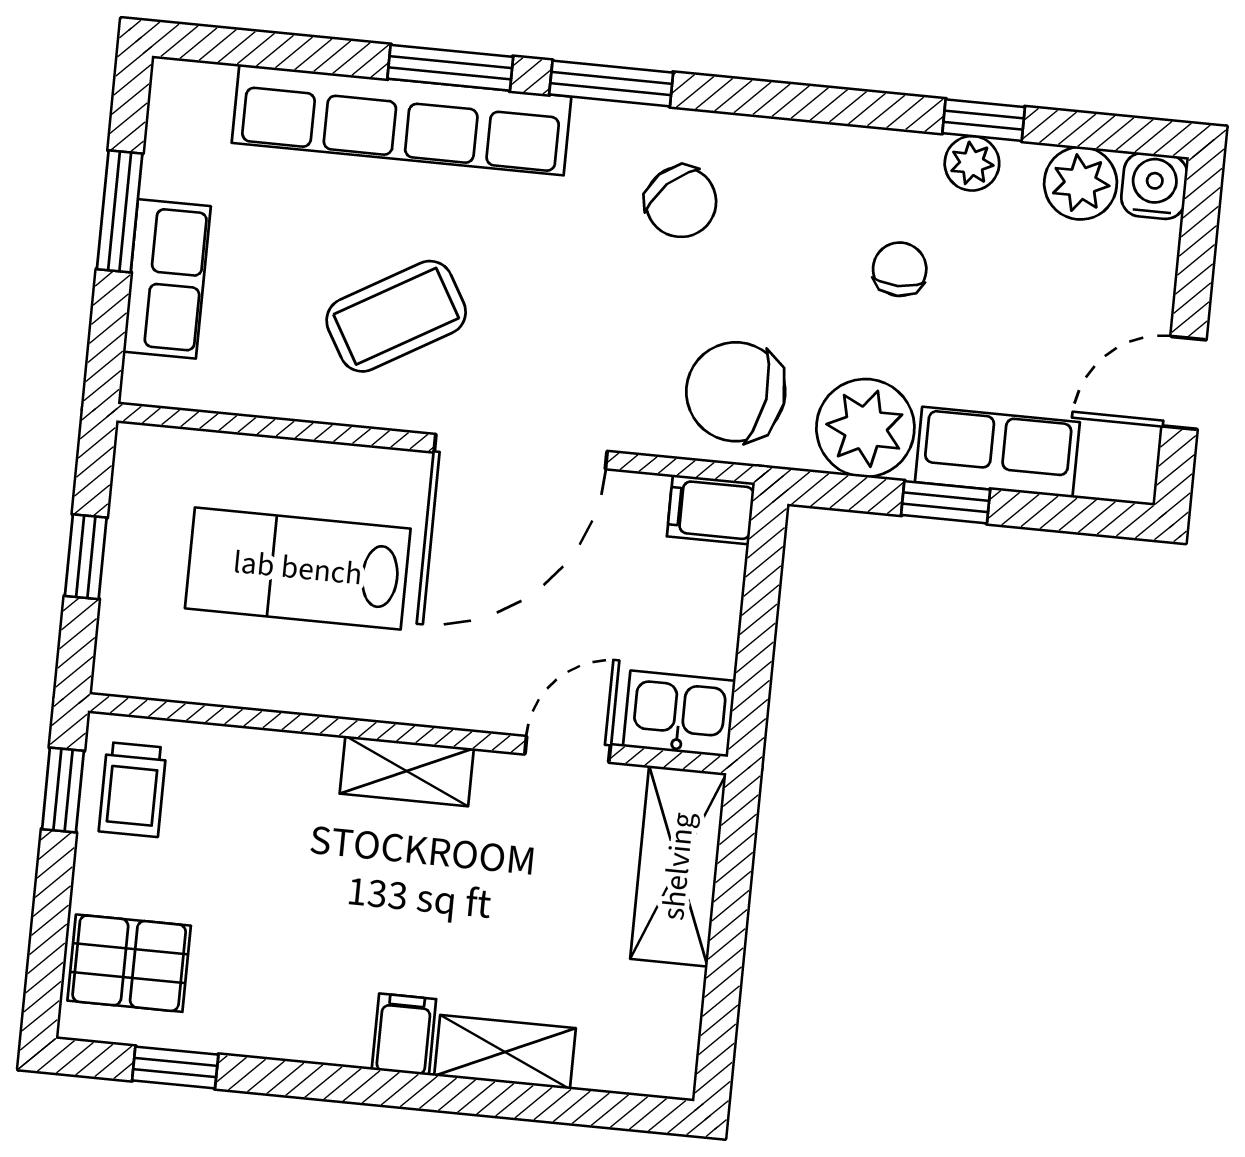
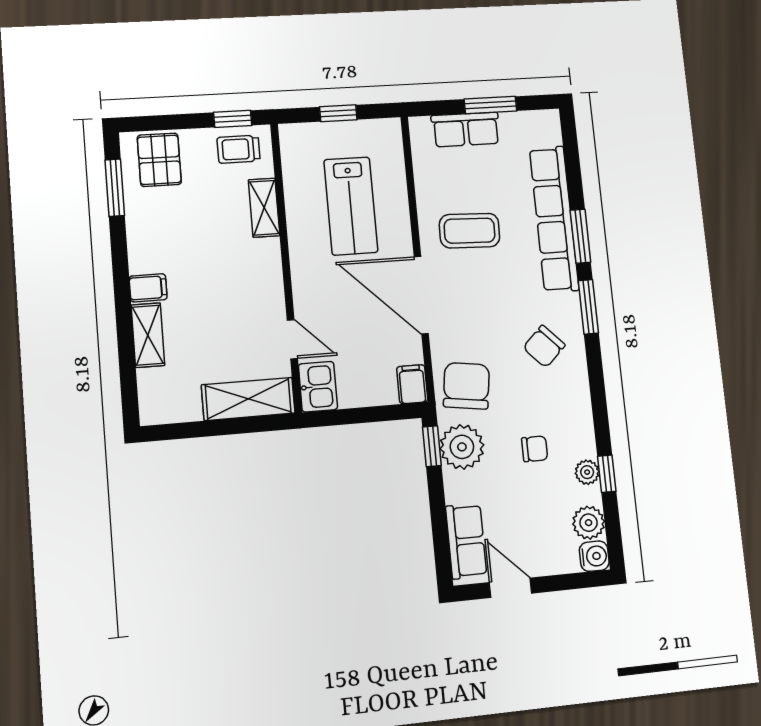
coffee table: (396, 316) -> (470, 231), turned -58
row of seats: (997, 452) -> (466, 541), moved
window: (946, 502) -> (432, 446), moved
lab bench: (298, 568) -> (351, 206), turned 180
shelving: (407, 771) -> (264, 208), moved
window: (175, 1067) -> (115, 188), width x1.50

